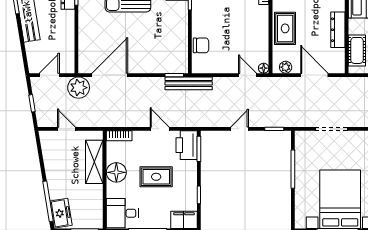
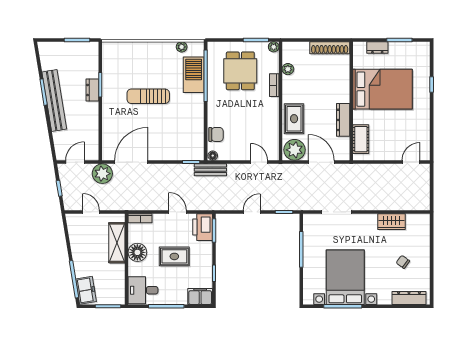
plant: (286, 67) -> (295, 150), width x1.87, depth x1.87
floor lamp: (264, 68) -> (213, 156), moved
bench: (189, 83) -> (210, 170), width x0.73

